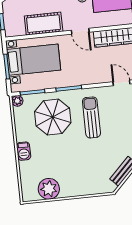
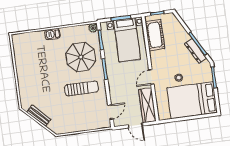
cot: (44, 24) -> (155, 35), moved
plant: (49, 189) -> (22, 56), removed

